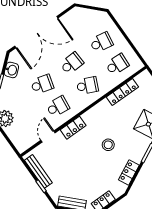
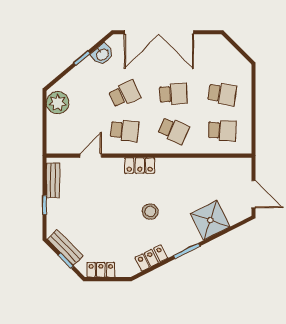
school desk: (42, 84) -> (125, 94), turned -39
locker: (122, 92) -> (207, 165), removed
locker: (73, 128) -> (140, 165), moved
bench: (38, 171) -> (53, 180), width x0.73

